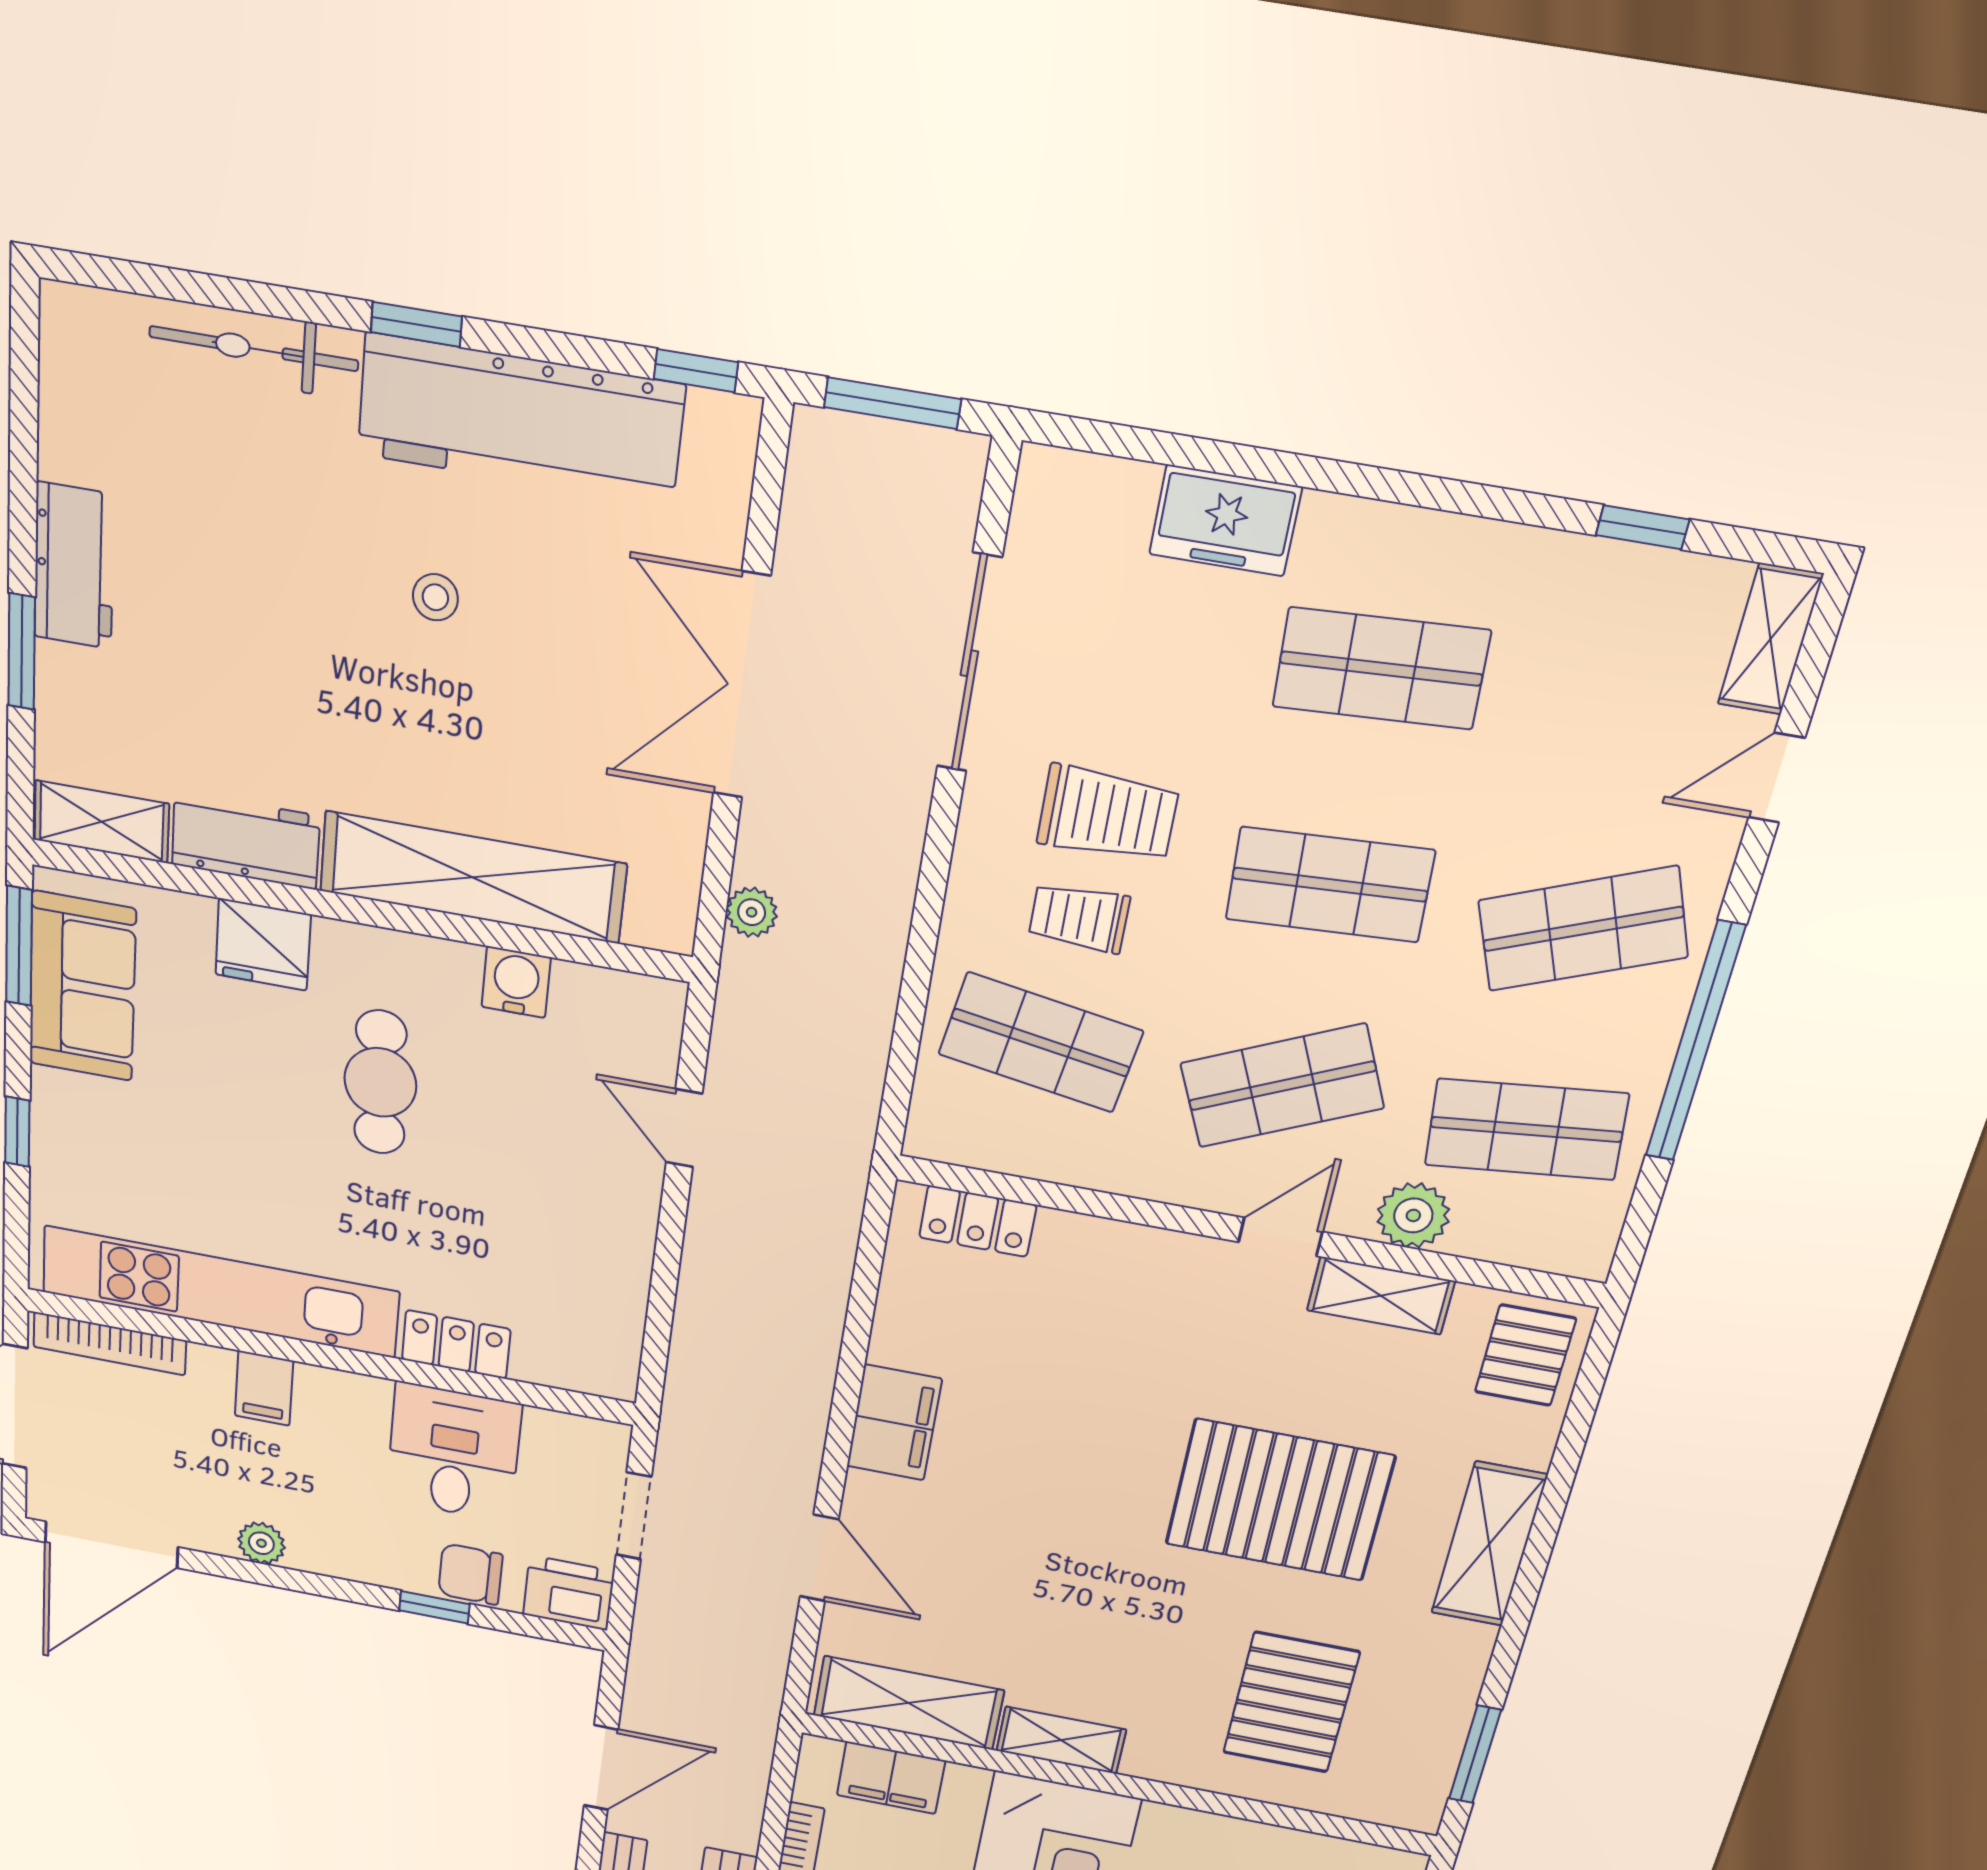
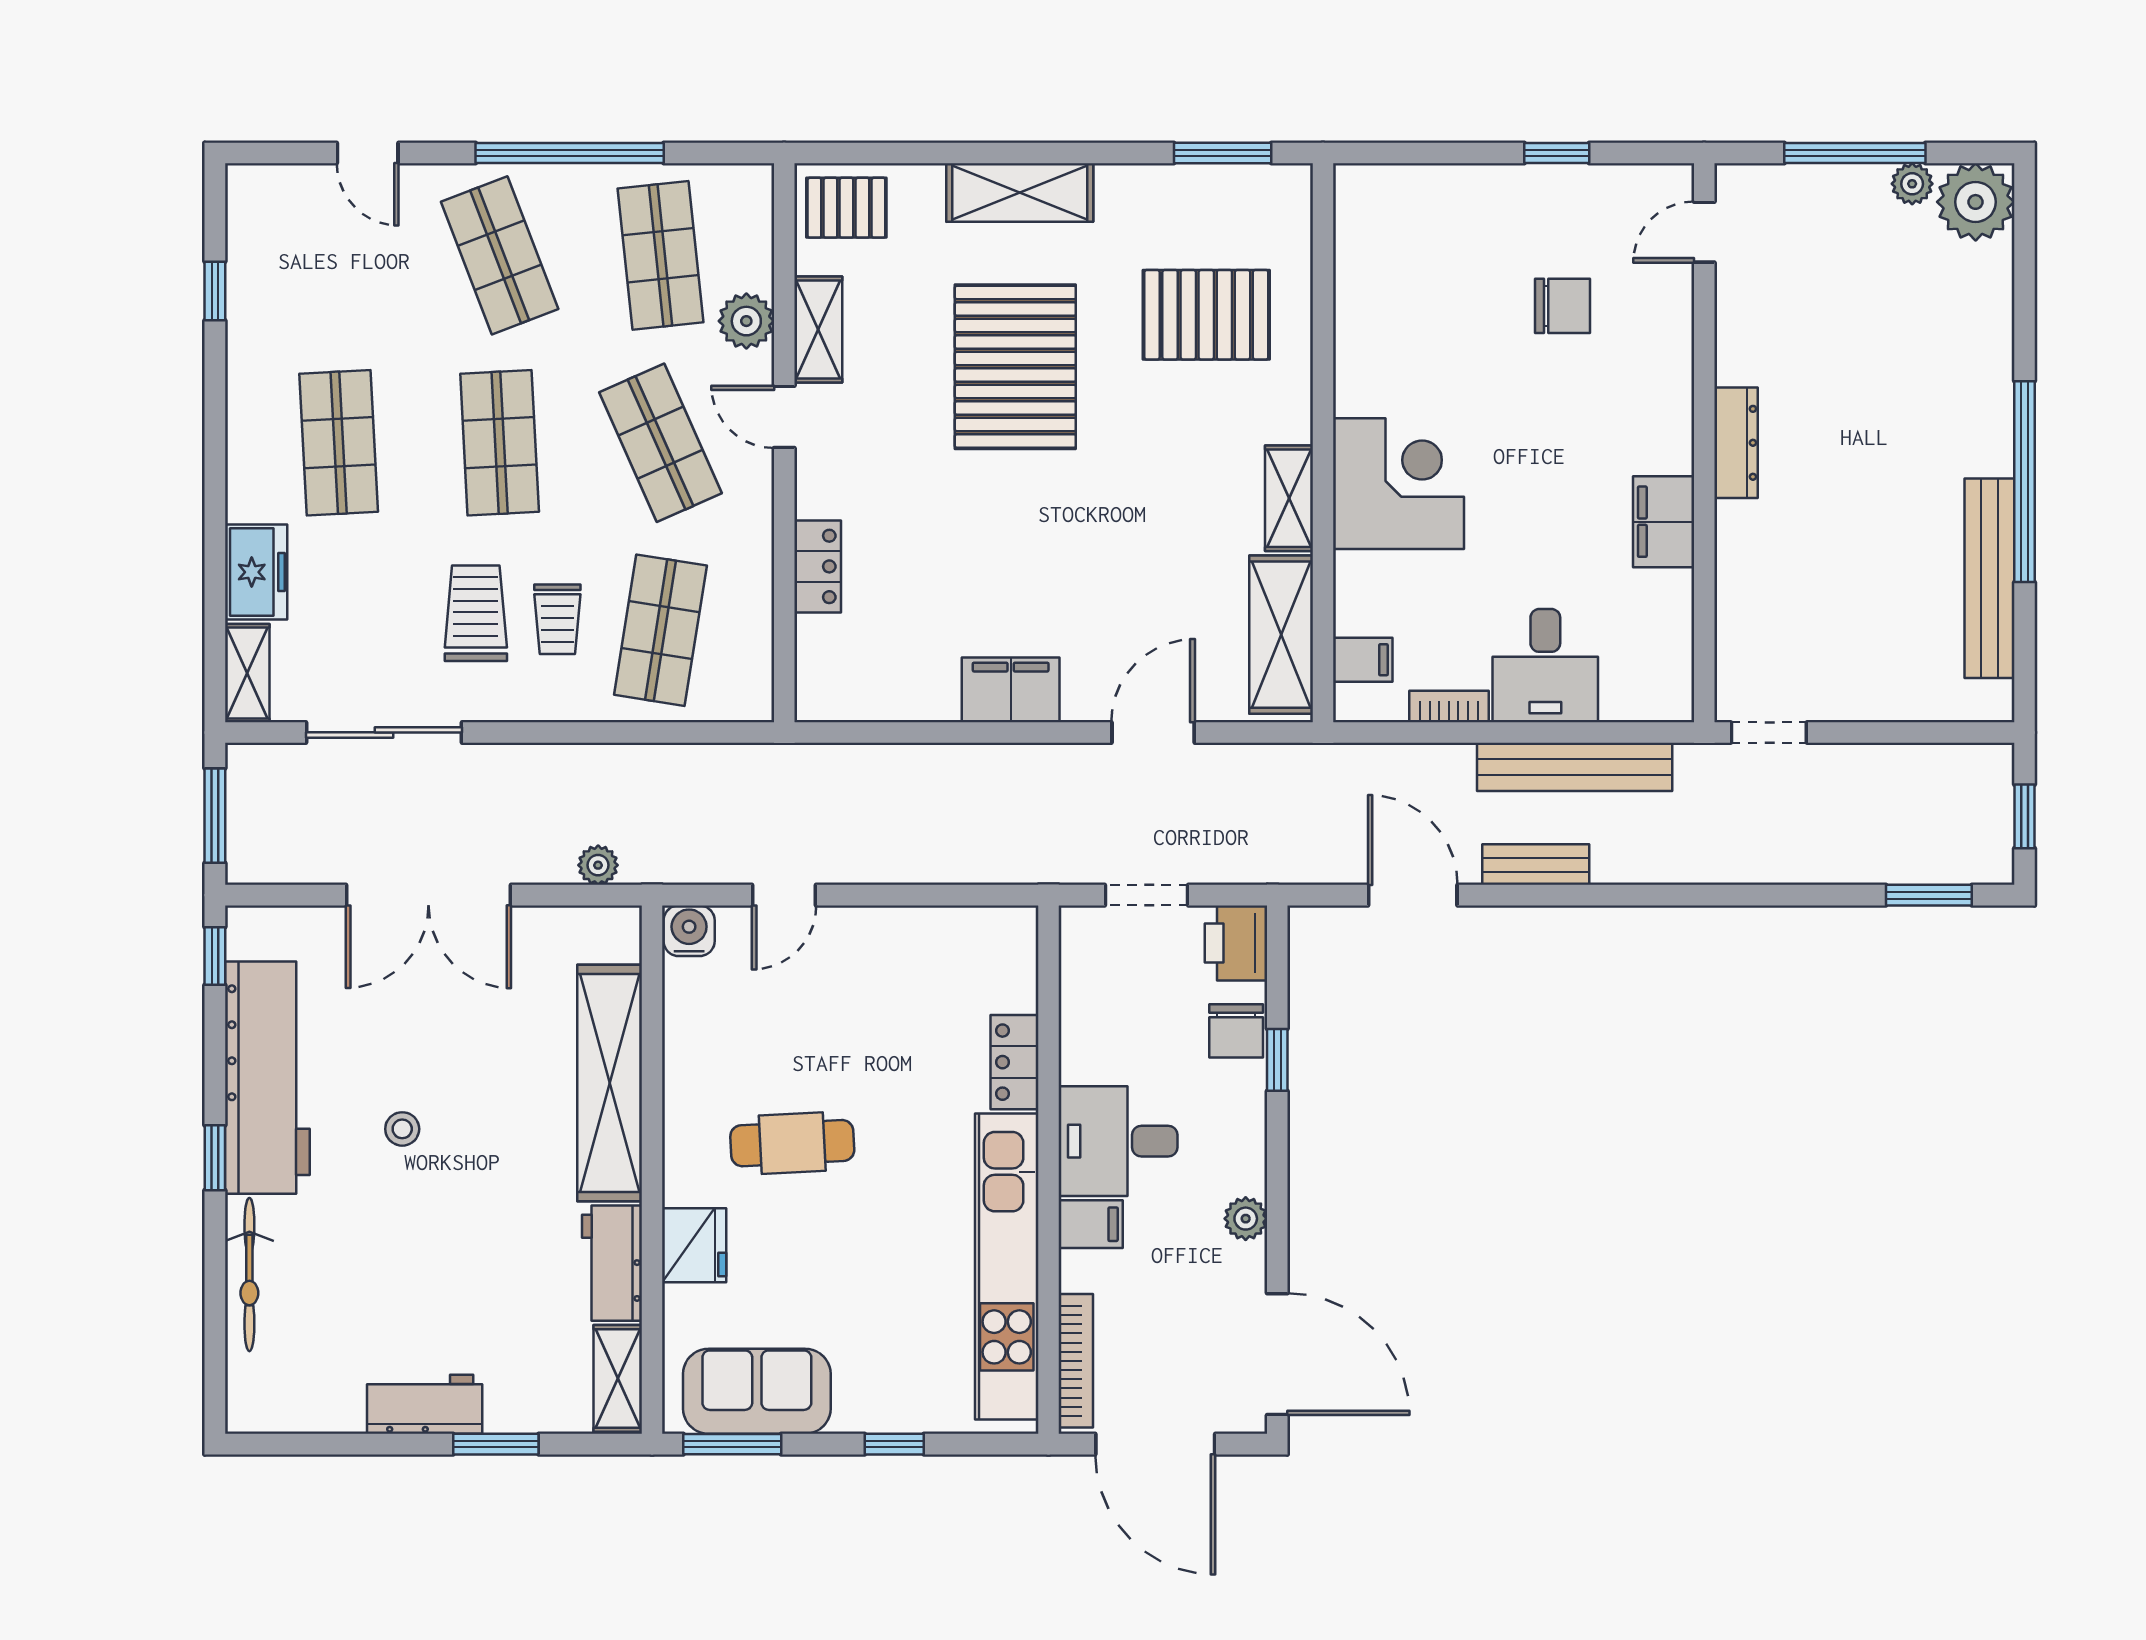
shelving: (1770, 639) -> (247, 673), moved, turned 90
water cooler: (516, 982) -> (689, 931), moved, turned 90
locker: (978, 1221) -> (818, 566), moved
desk: (454, 1452) -> (1118, 1141), moved
filing cabinet: (891, 1778) -> (1363, 660), width x0.50

